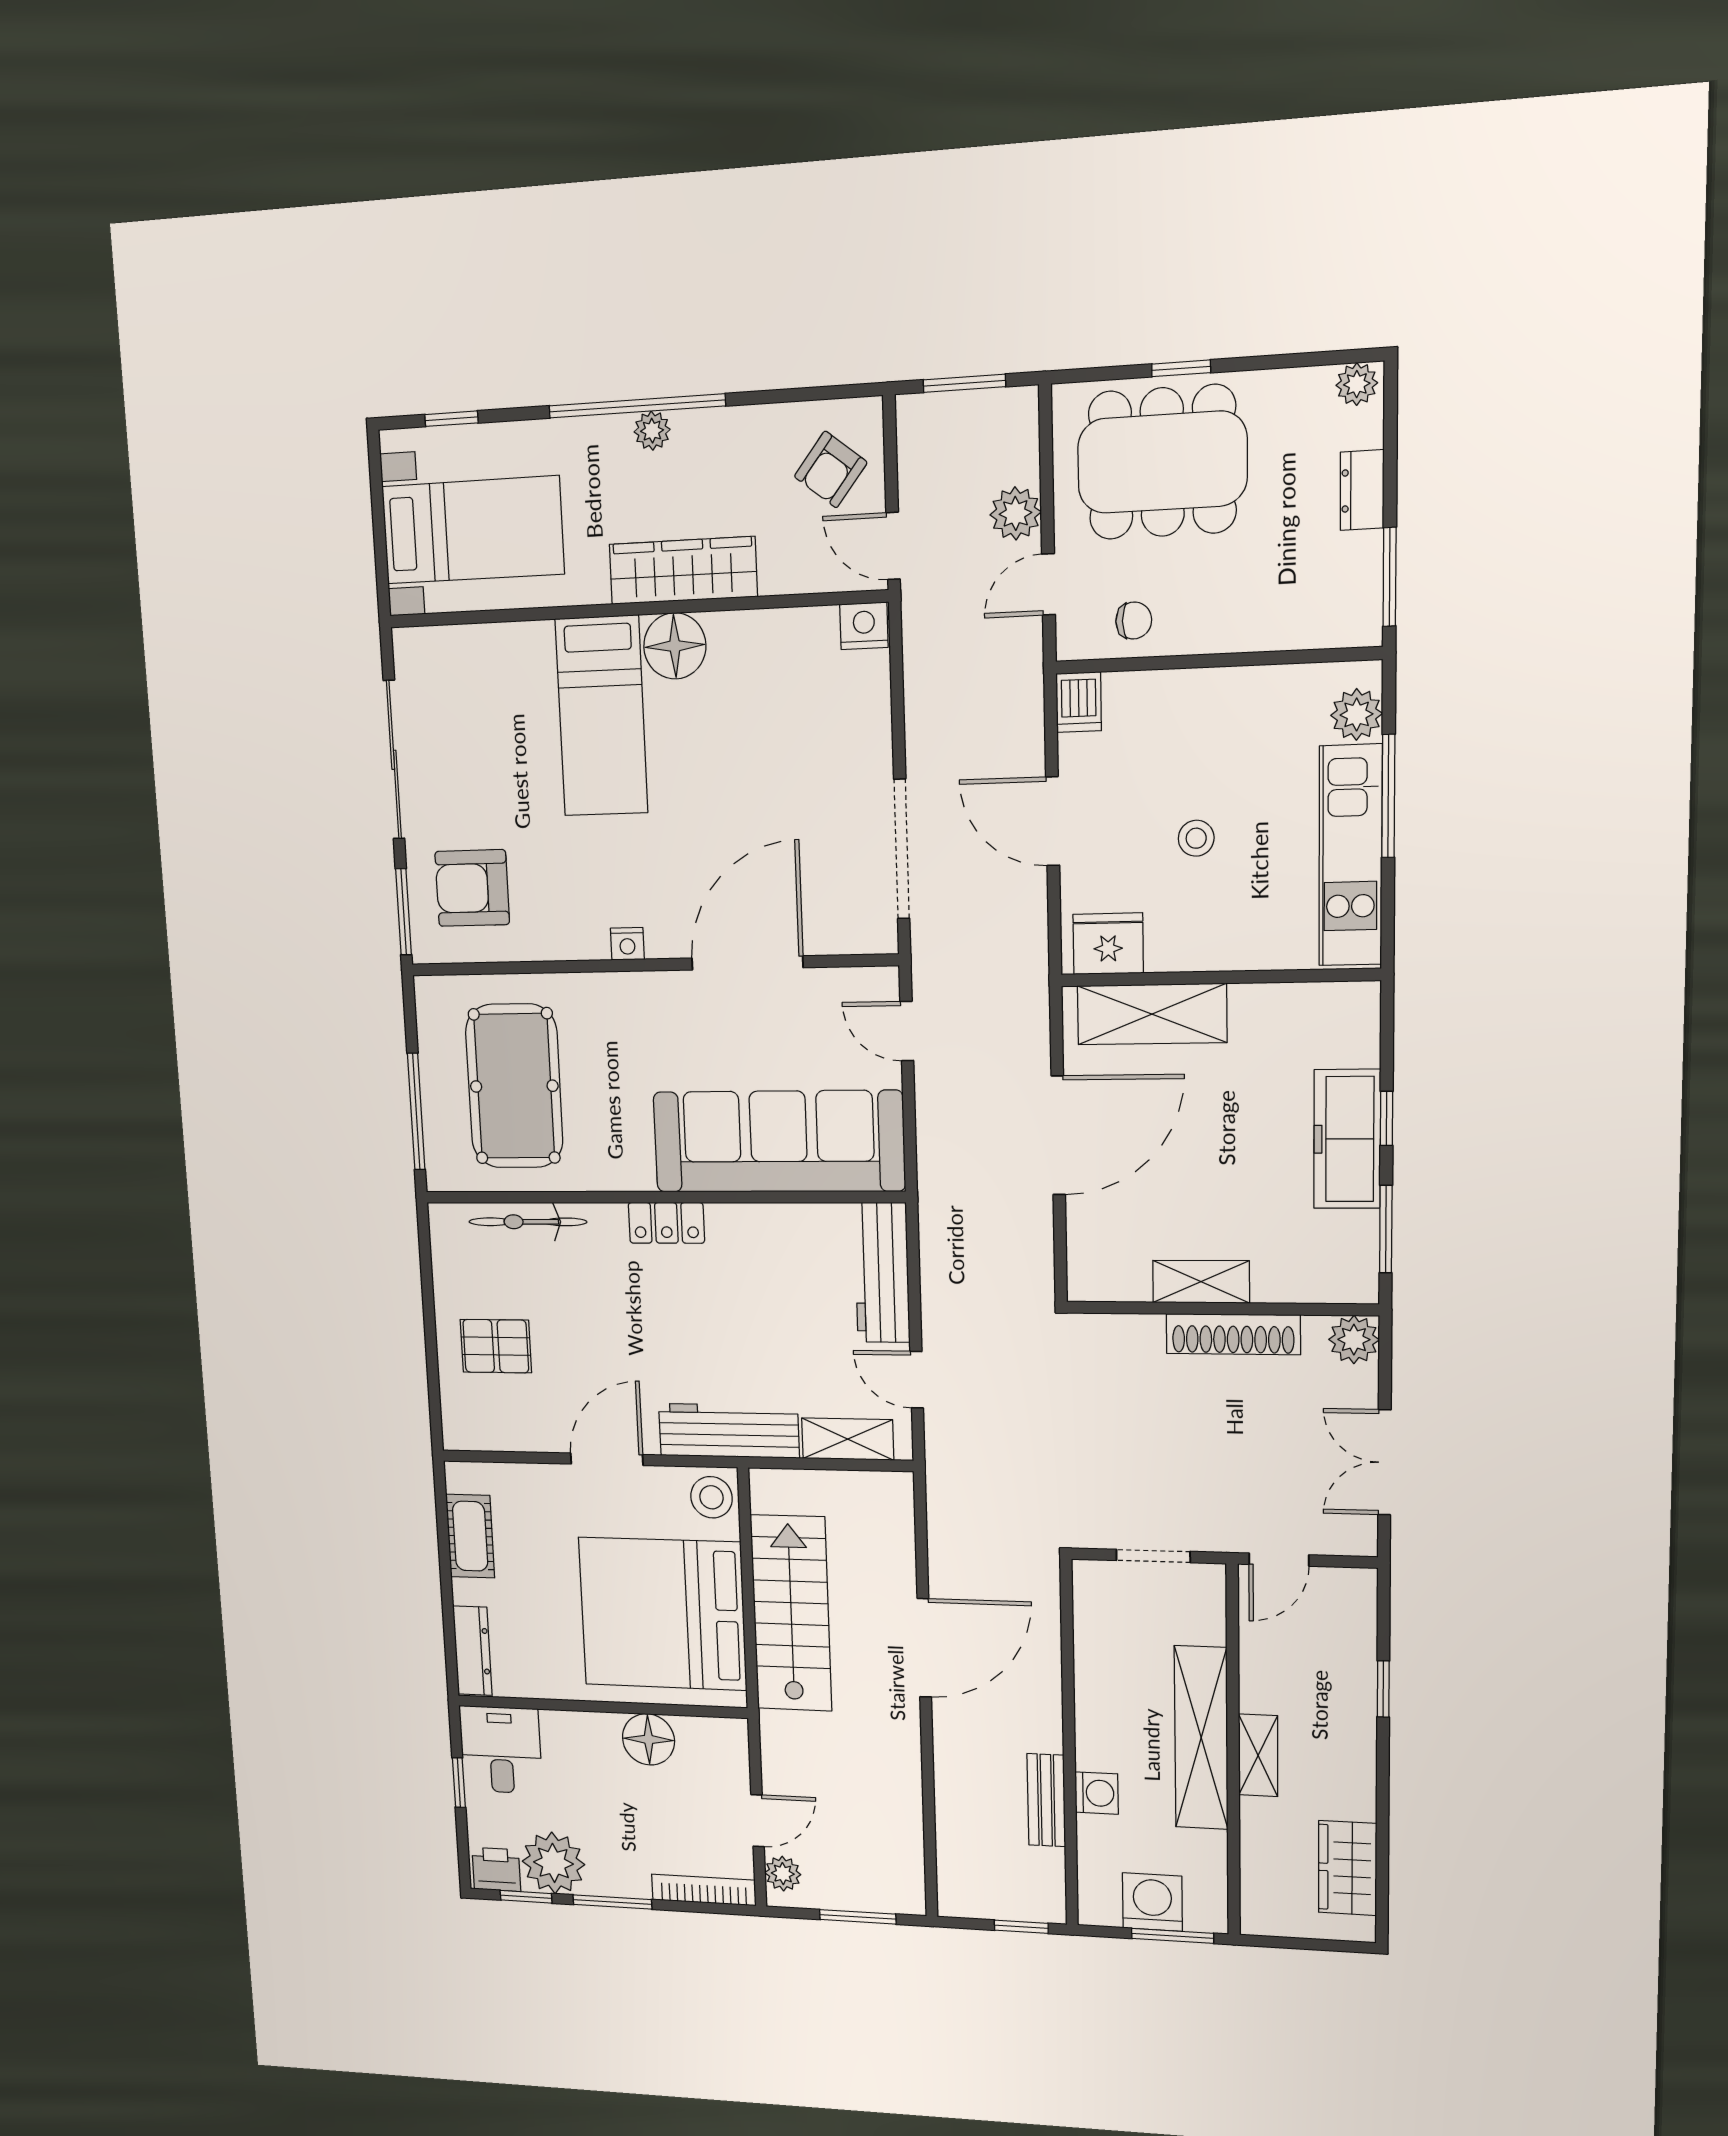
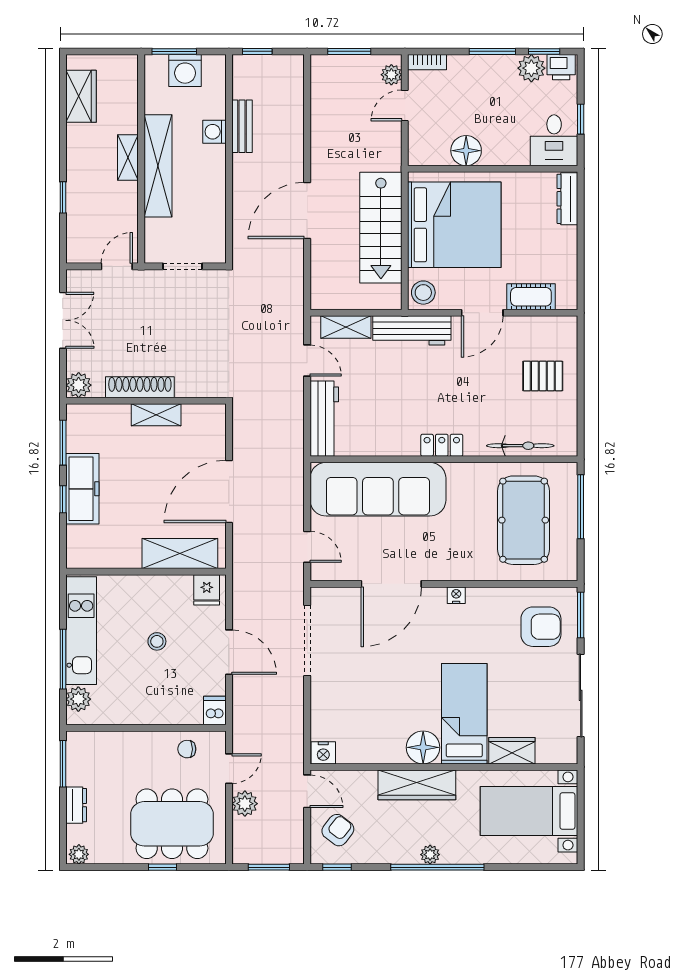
window: (451, 419) -> (337, 867), moved
wardrobe: (511, 647) -> (512, 751), added
fridge: (1108, 944) -> (207, 590), width x0.72
cot: (470, 1536) -> (531, 297), moved, turned 90
plant: (553, 1863) -> (531, 68), width x0.73, depth x0.73
bookcase: (704, 1890) -> (427, 62), width x0.64

